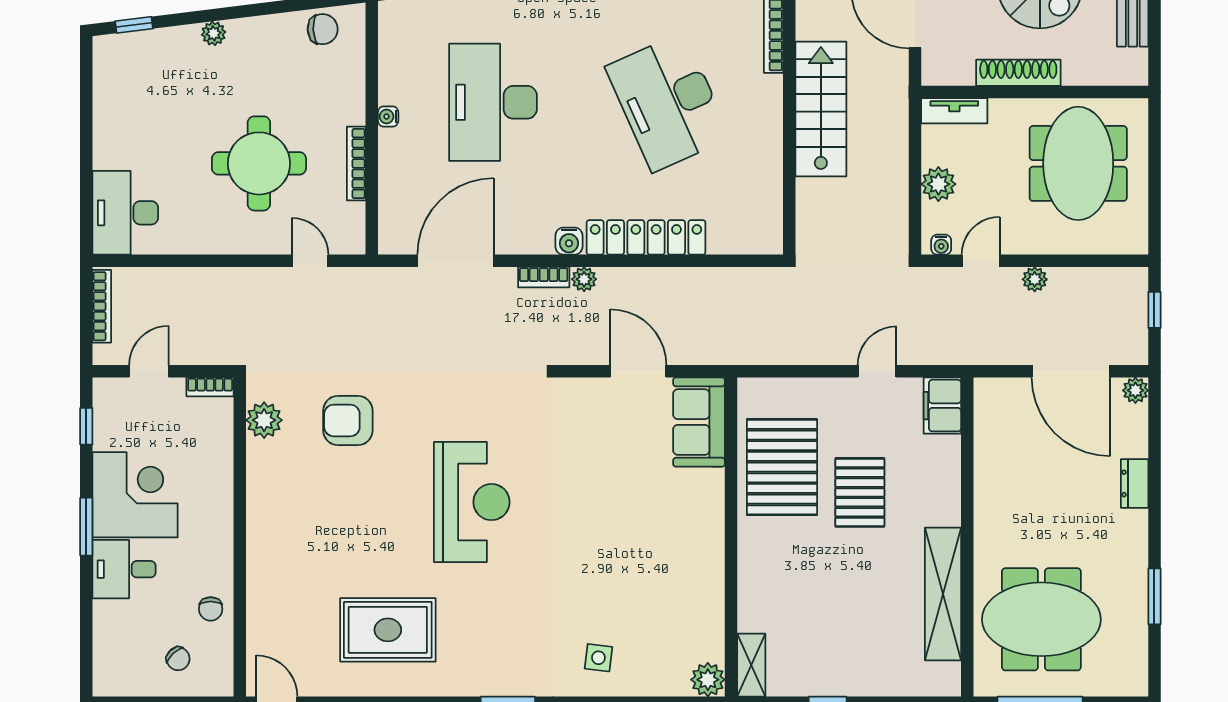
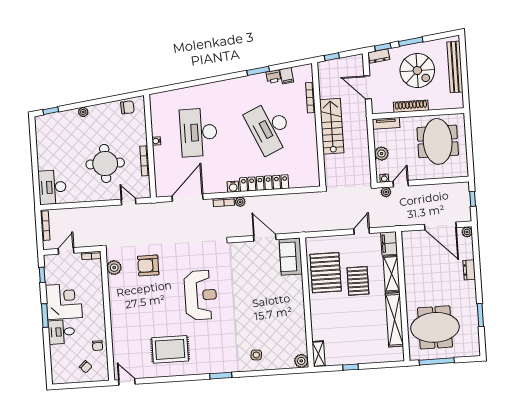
plant: (1035, 279) -> (386, 192), moved
shelving: (943, 481) -> (391, 274), added

